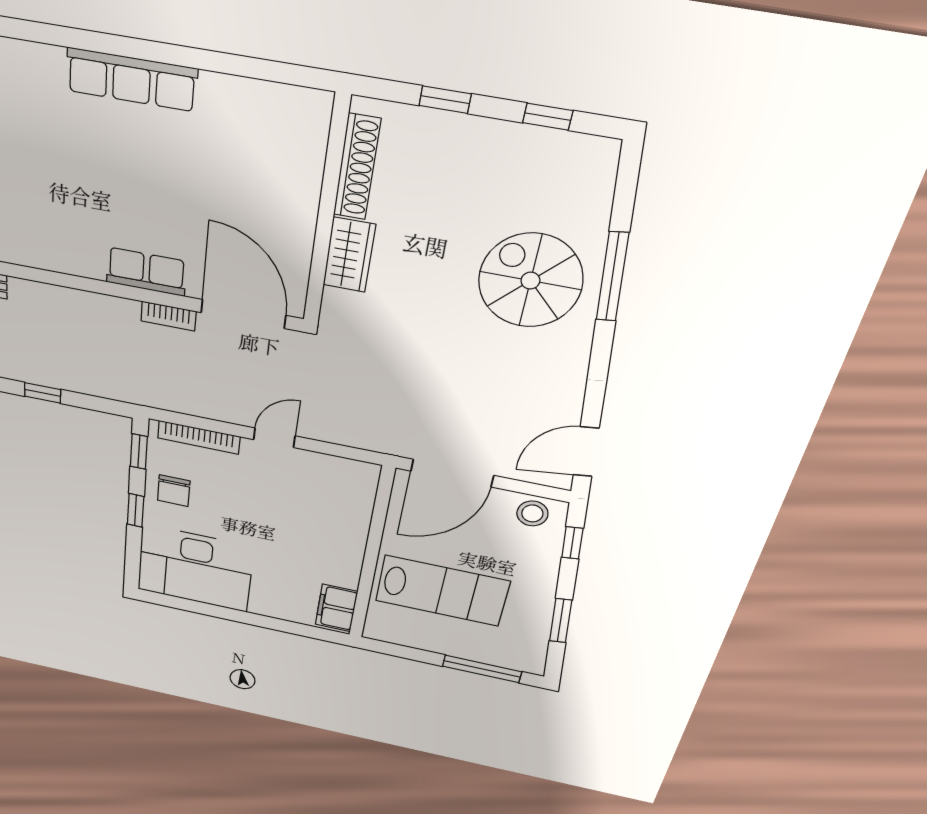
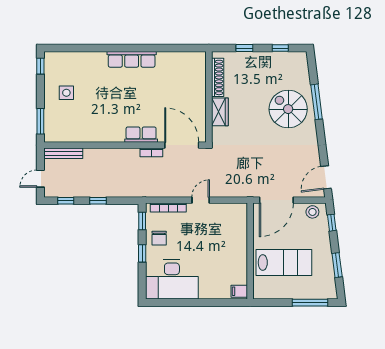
filing cabinet: (336, 608) -> (239, 291), width x0.50

